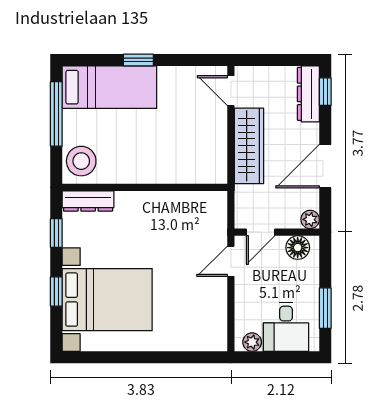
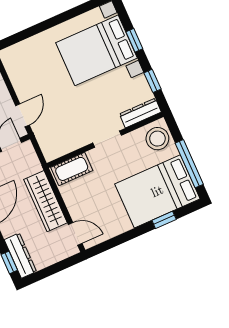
window: (138, 60) -> (164, 220), moved
bed: (109, 87) -> (157, 191), width x1.50
cot: (200, 171) -> (72, 169), added
doorway: (142, 187) -> (107, 139), added

